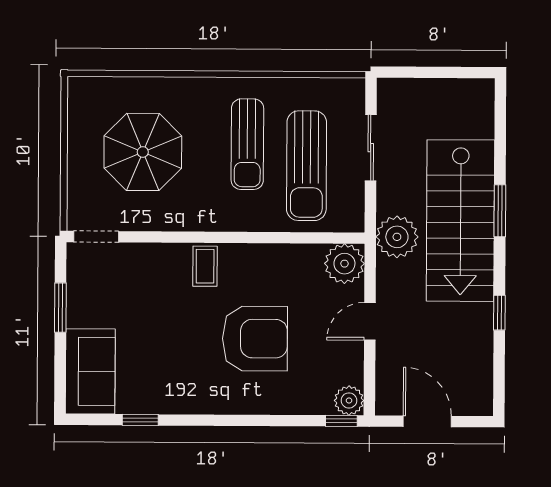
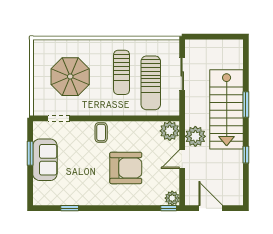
doorway: (96, 237) -> (59, 118), moved
plant: (397, 237) -> (195, 136), moved
sofa: (90, 371) -> (45, 160), moved

